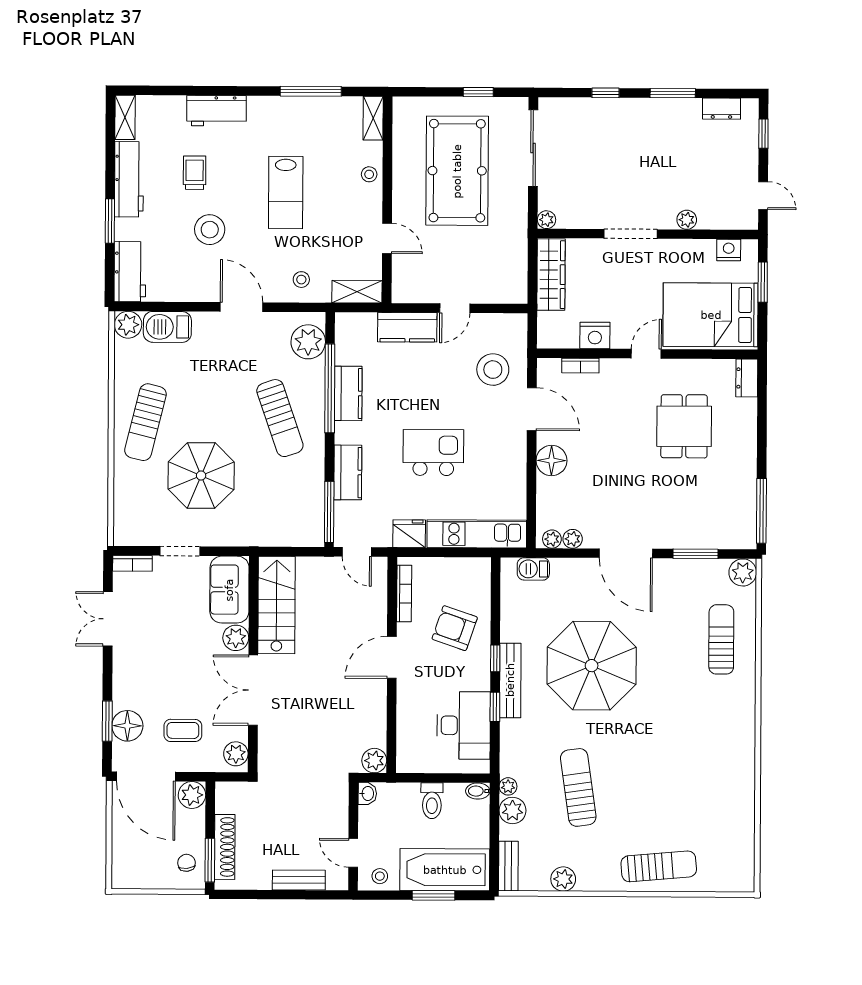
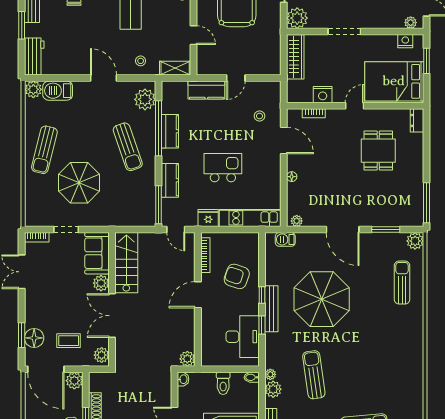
plant: (546, 220) -> (297, 18), width x1.87, depth x1.87
plant: (687, 220) -> (411, 23), moved
stool: (210, 230) -> (84, 30), removed
stool: (493, 370) -> (260, 116), width x0.53, depth x0.53
floor lamp: (552, 461) -> (292, 177), width x0.53, depth x0.53
plant: (573, 539) -> (310, 221), removed

